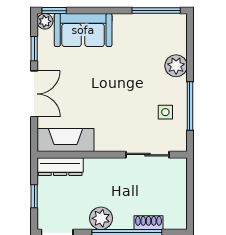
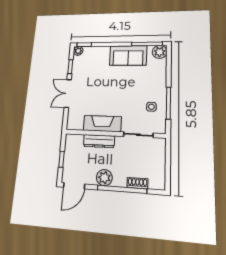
sofa: (83, 30) -> (128, 55), moved
plant: (176, 66) -> (160, 52), moved
double door: (34, 94) -> (68, 93), swing flipped
fireplace: (65, 140) -> (102, 124), moved
dresser: (60, 167) -> (99, 141), moved

